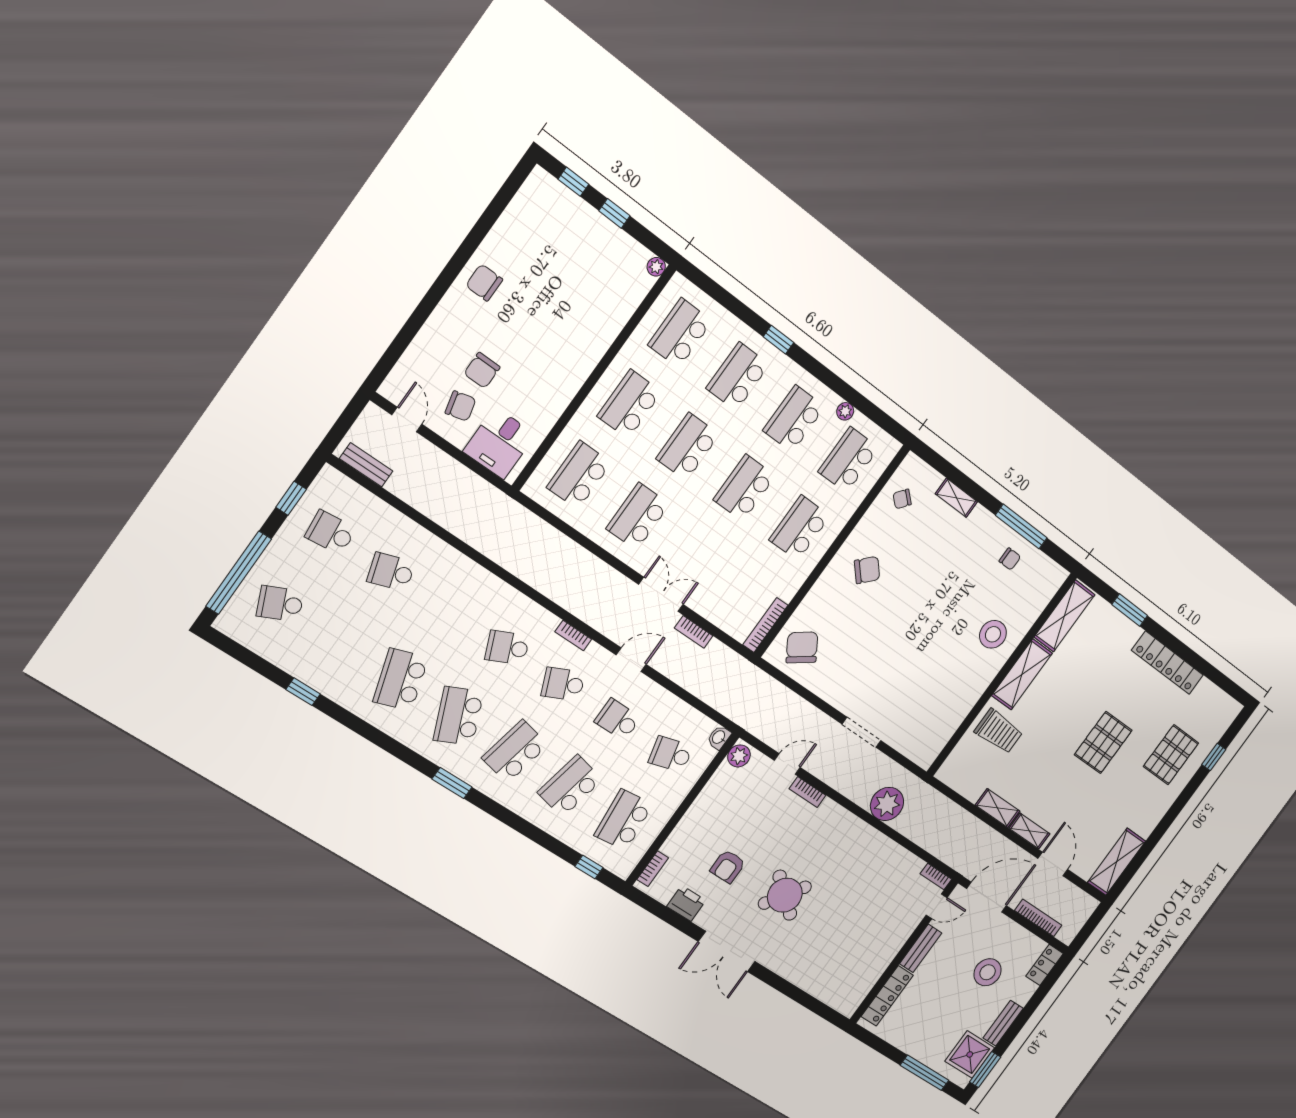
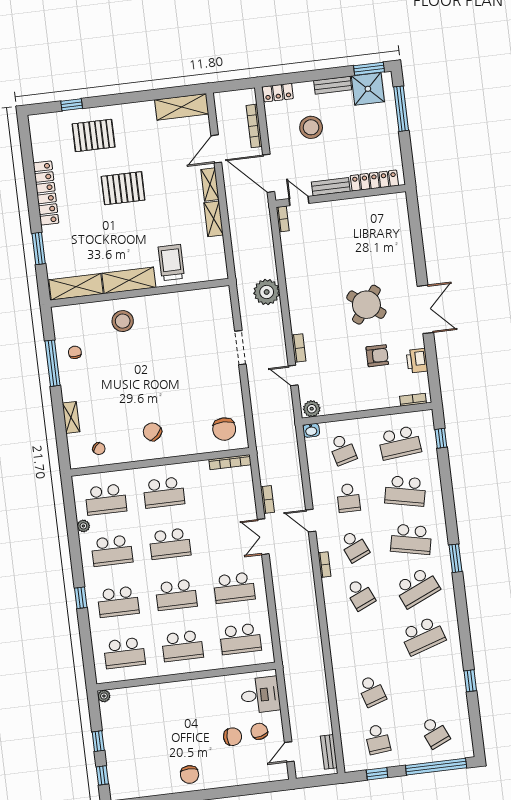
chair: (802, 647) -> (224, 429), turned -56

